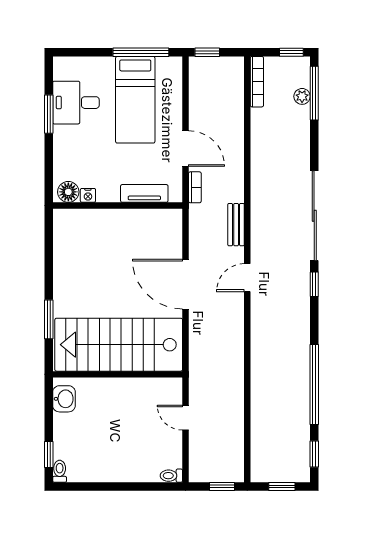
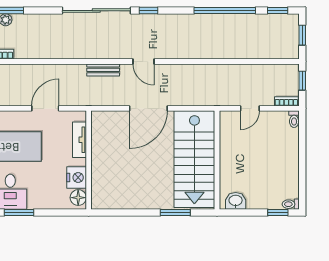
bookcase: (195, 187) -> (286, 101), moved
nightstand: (88, 195) -> (77, 178), width x1.89, depth x1.79

